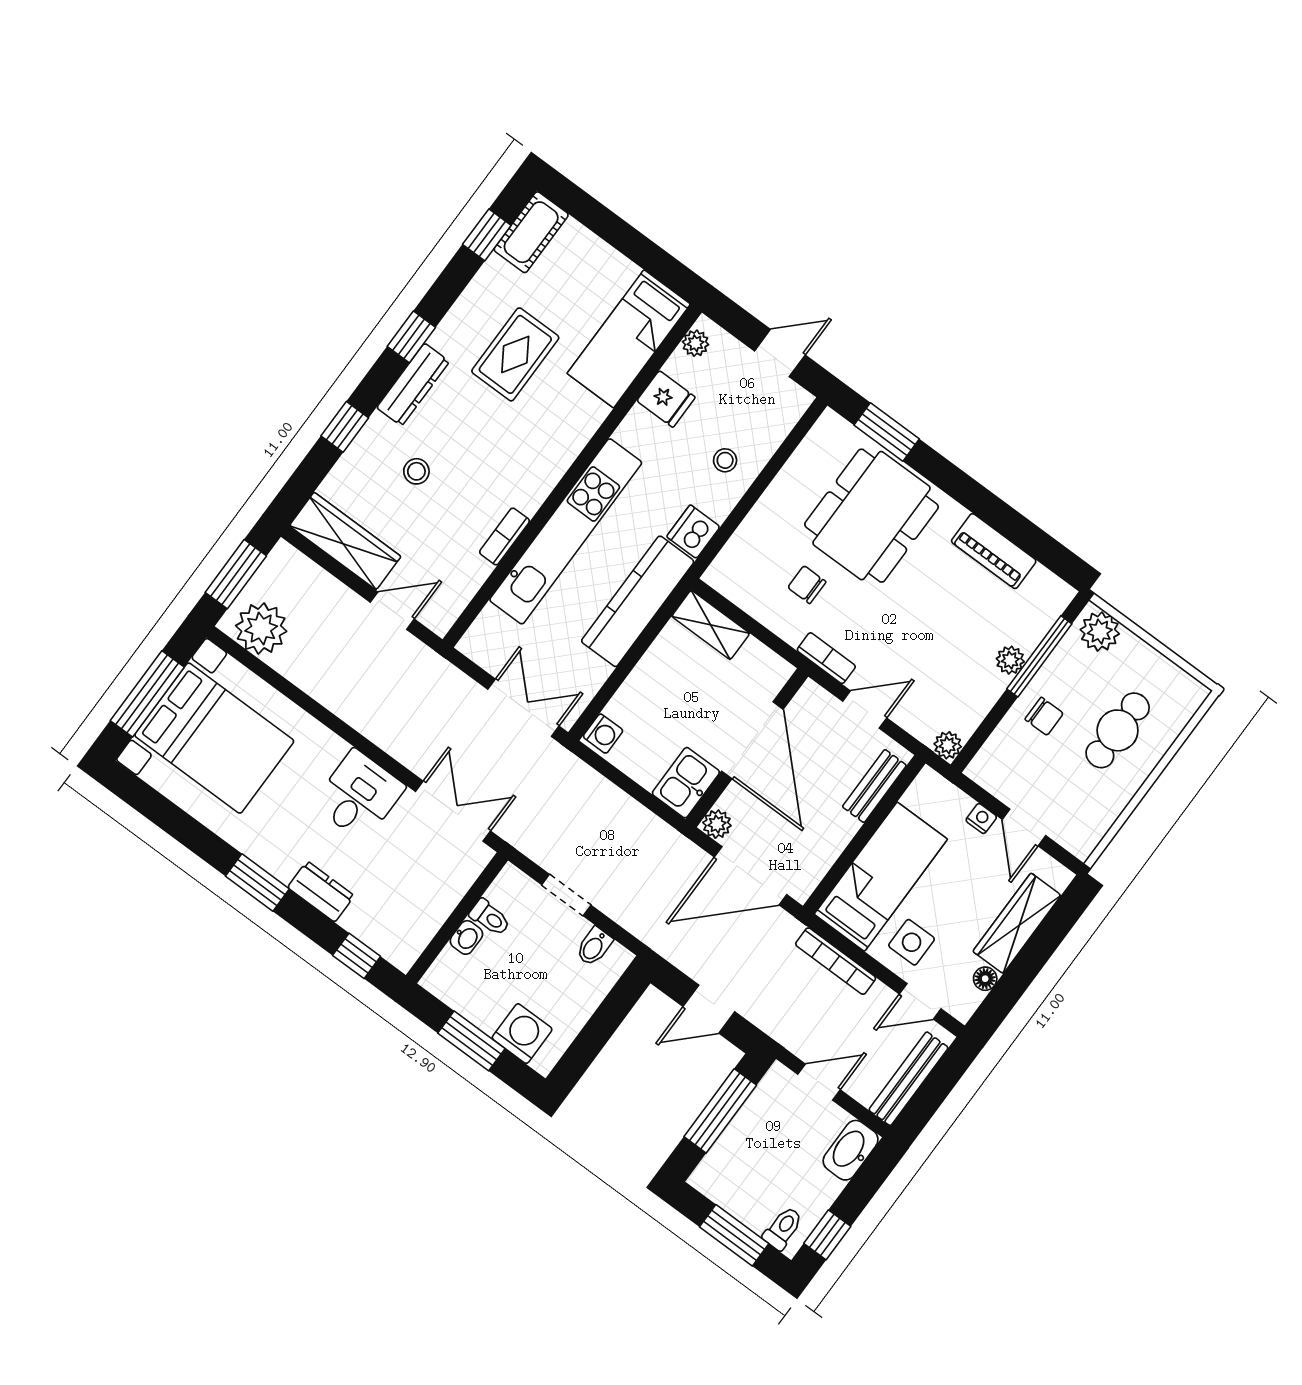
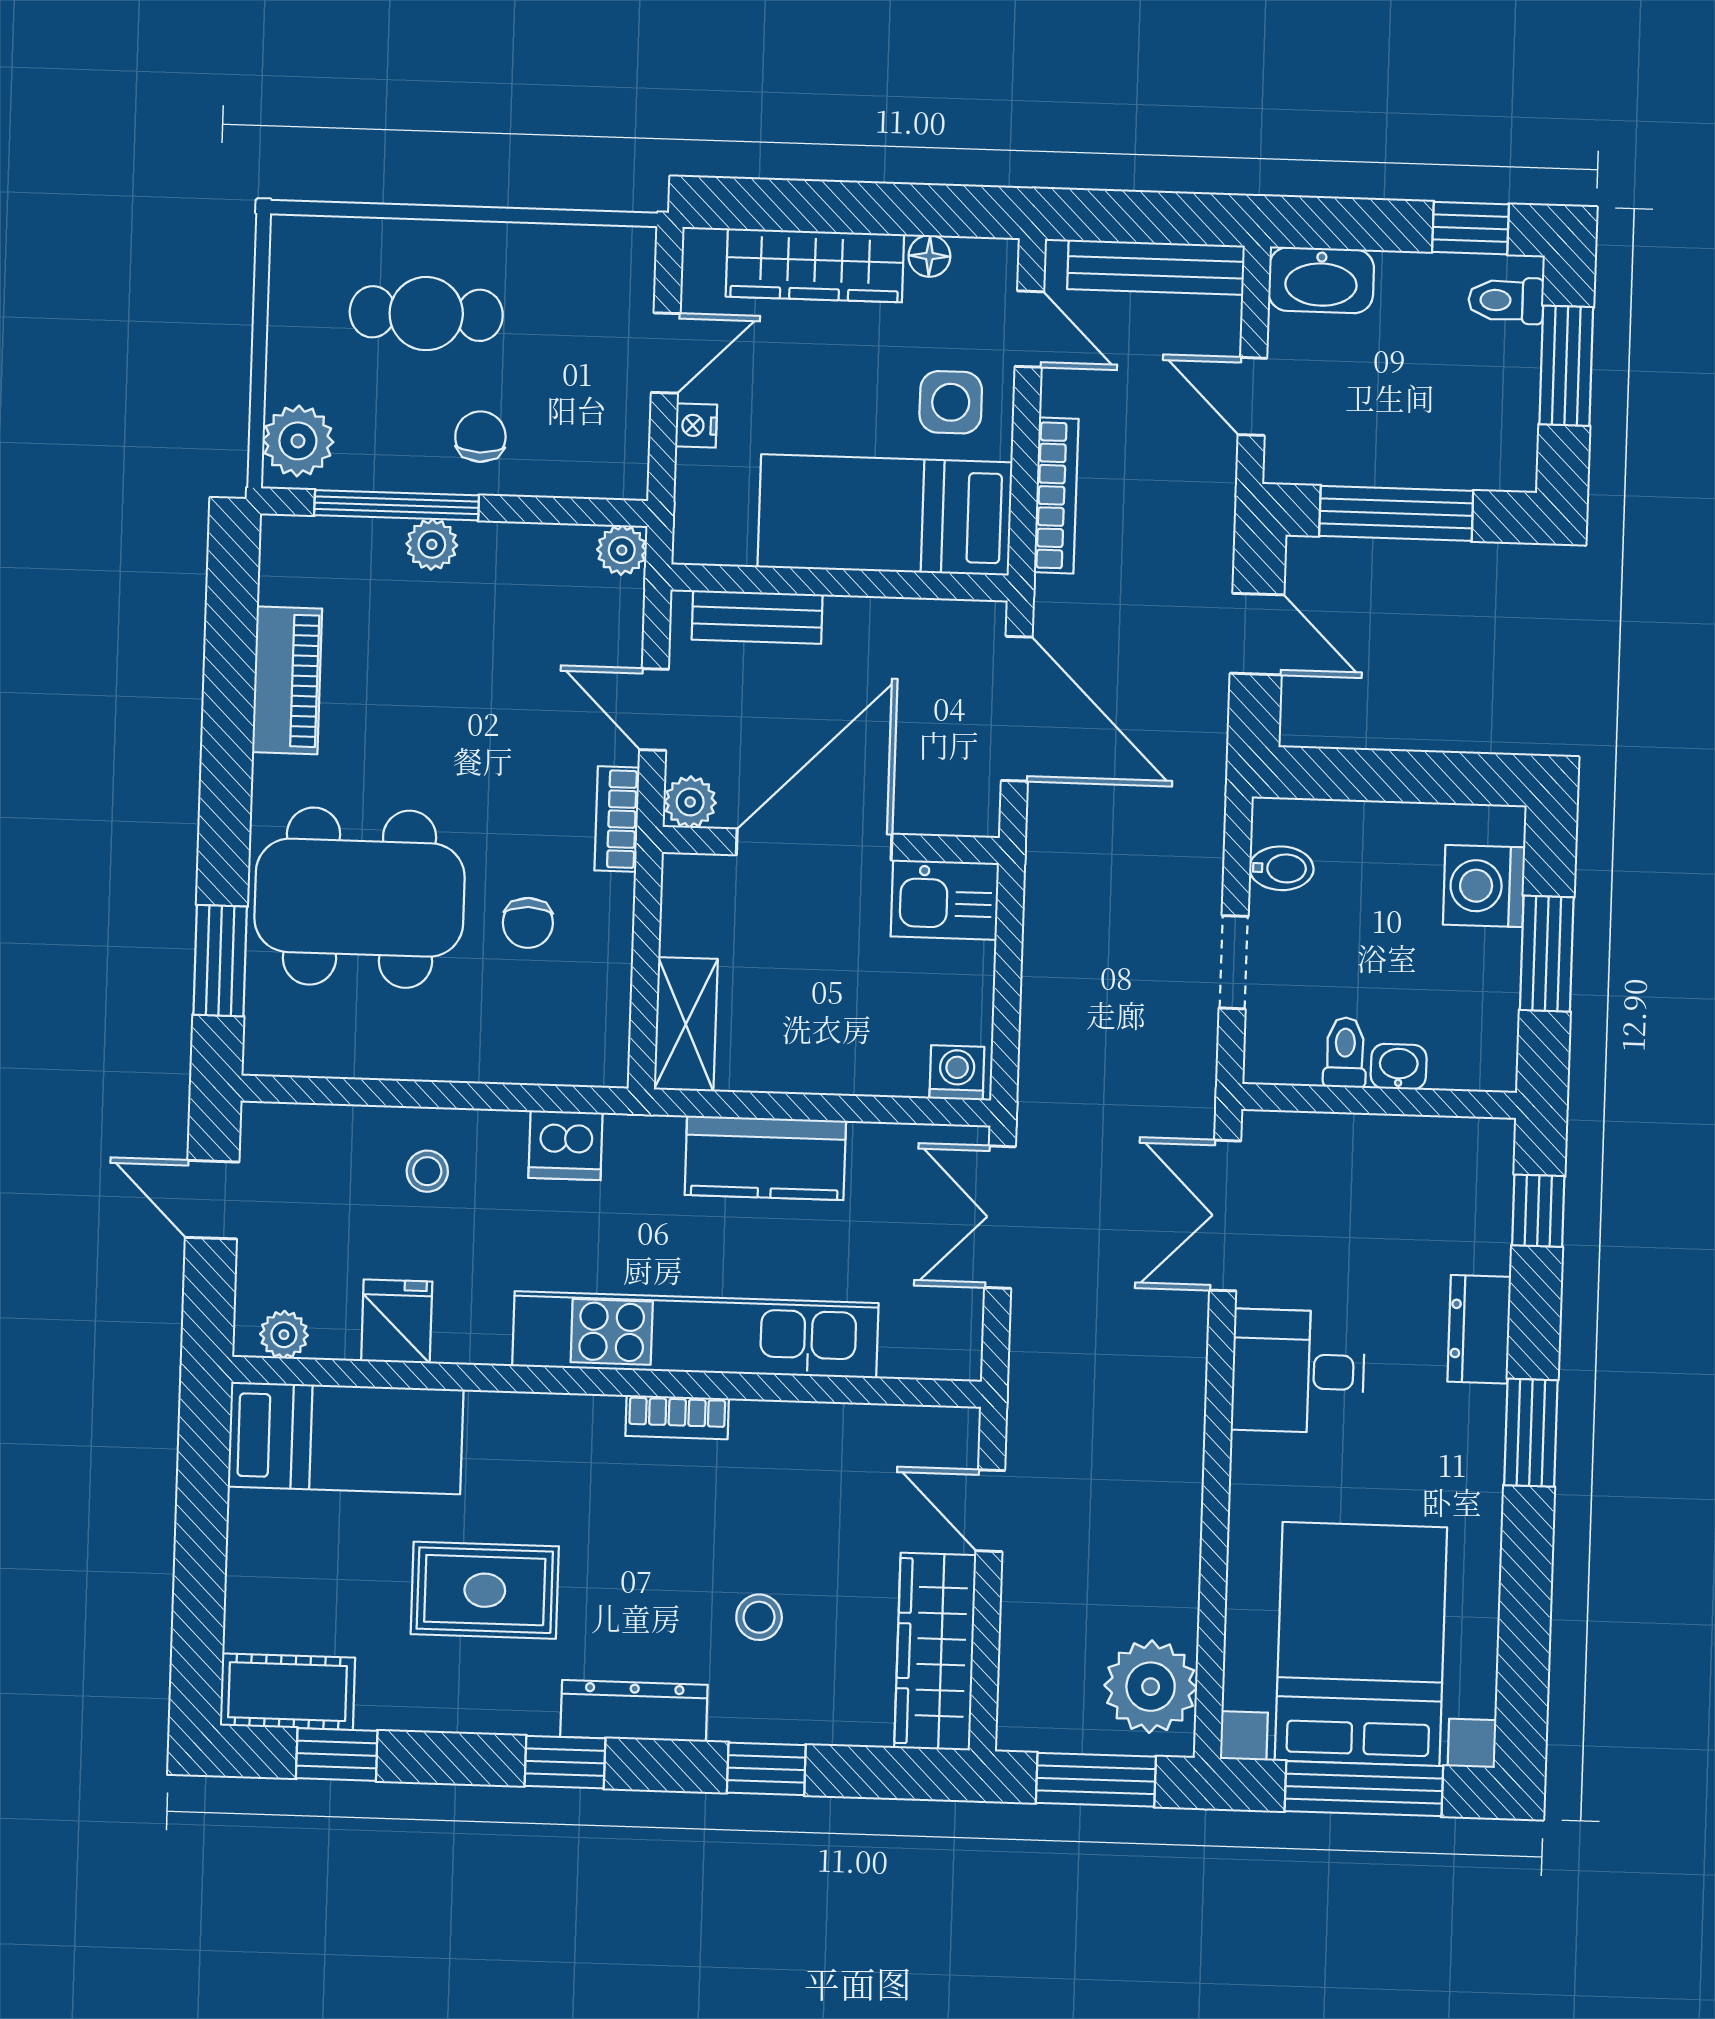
bookcase: (504, 536) -> (677, 1417), moved
kitchen counter: (638, 601) -> (765, 1158), width x0.67
plant: (717, 824) -> (690, 802), moved

